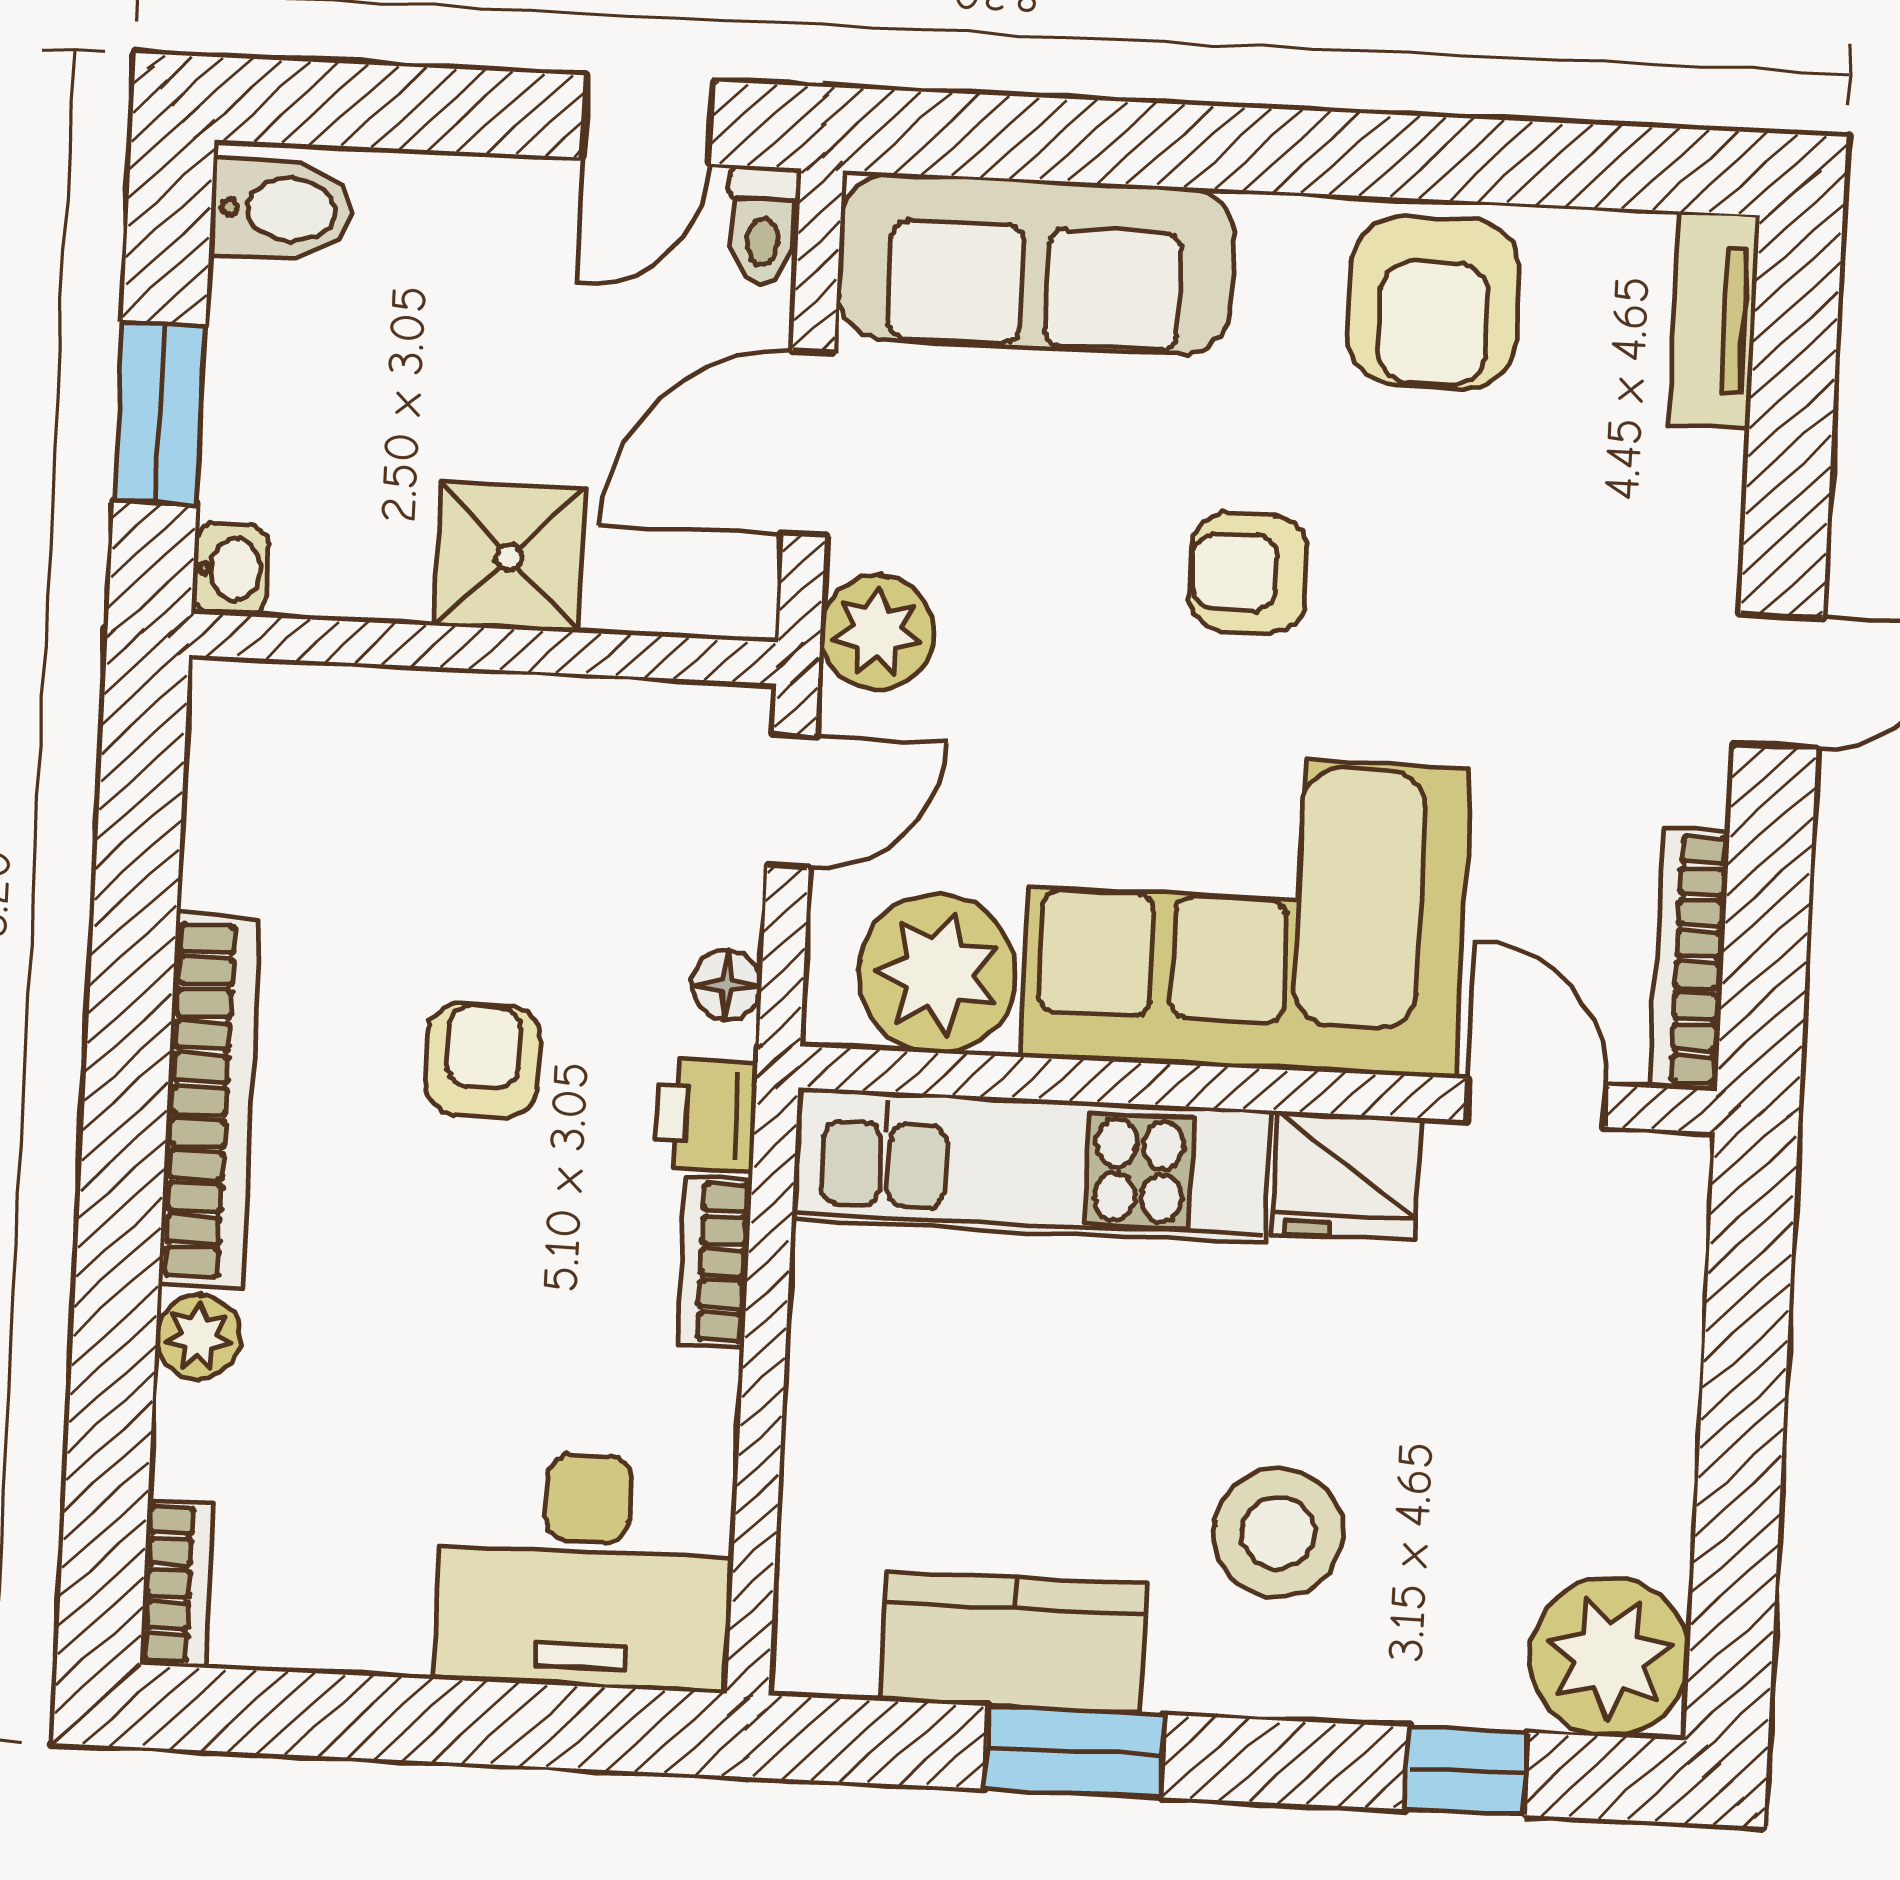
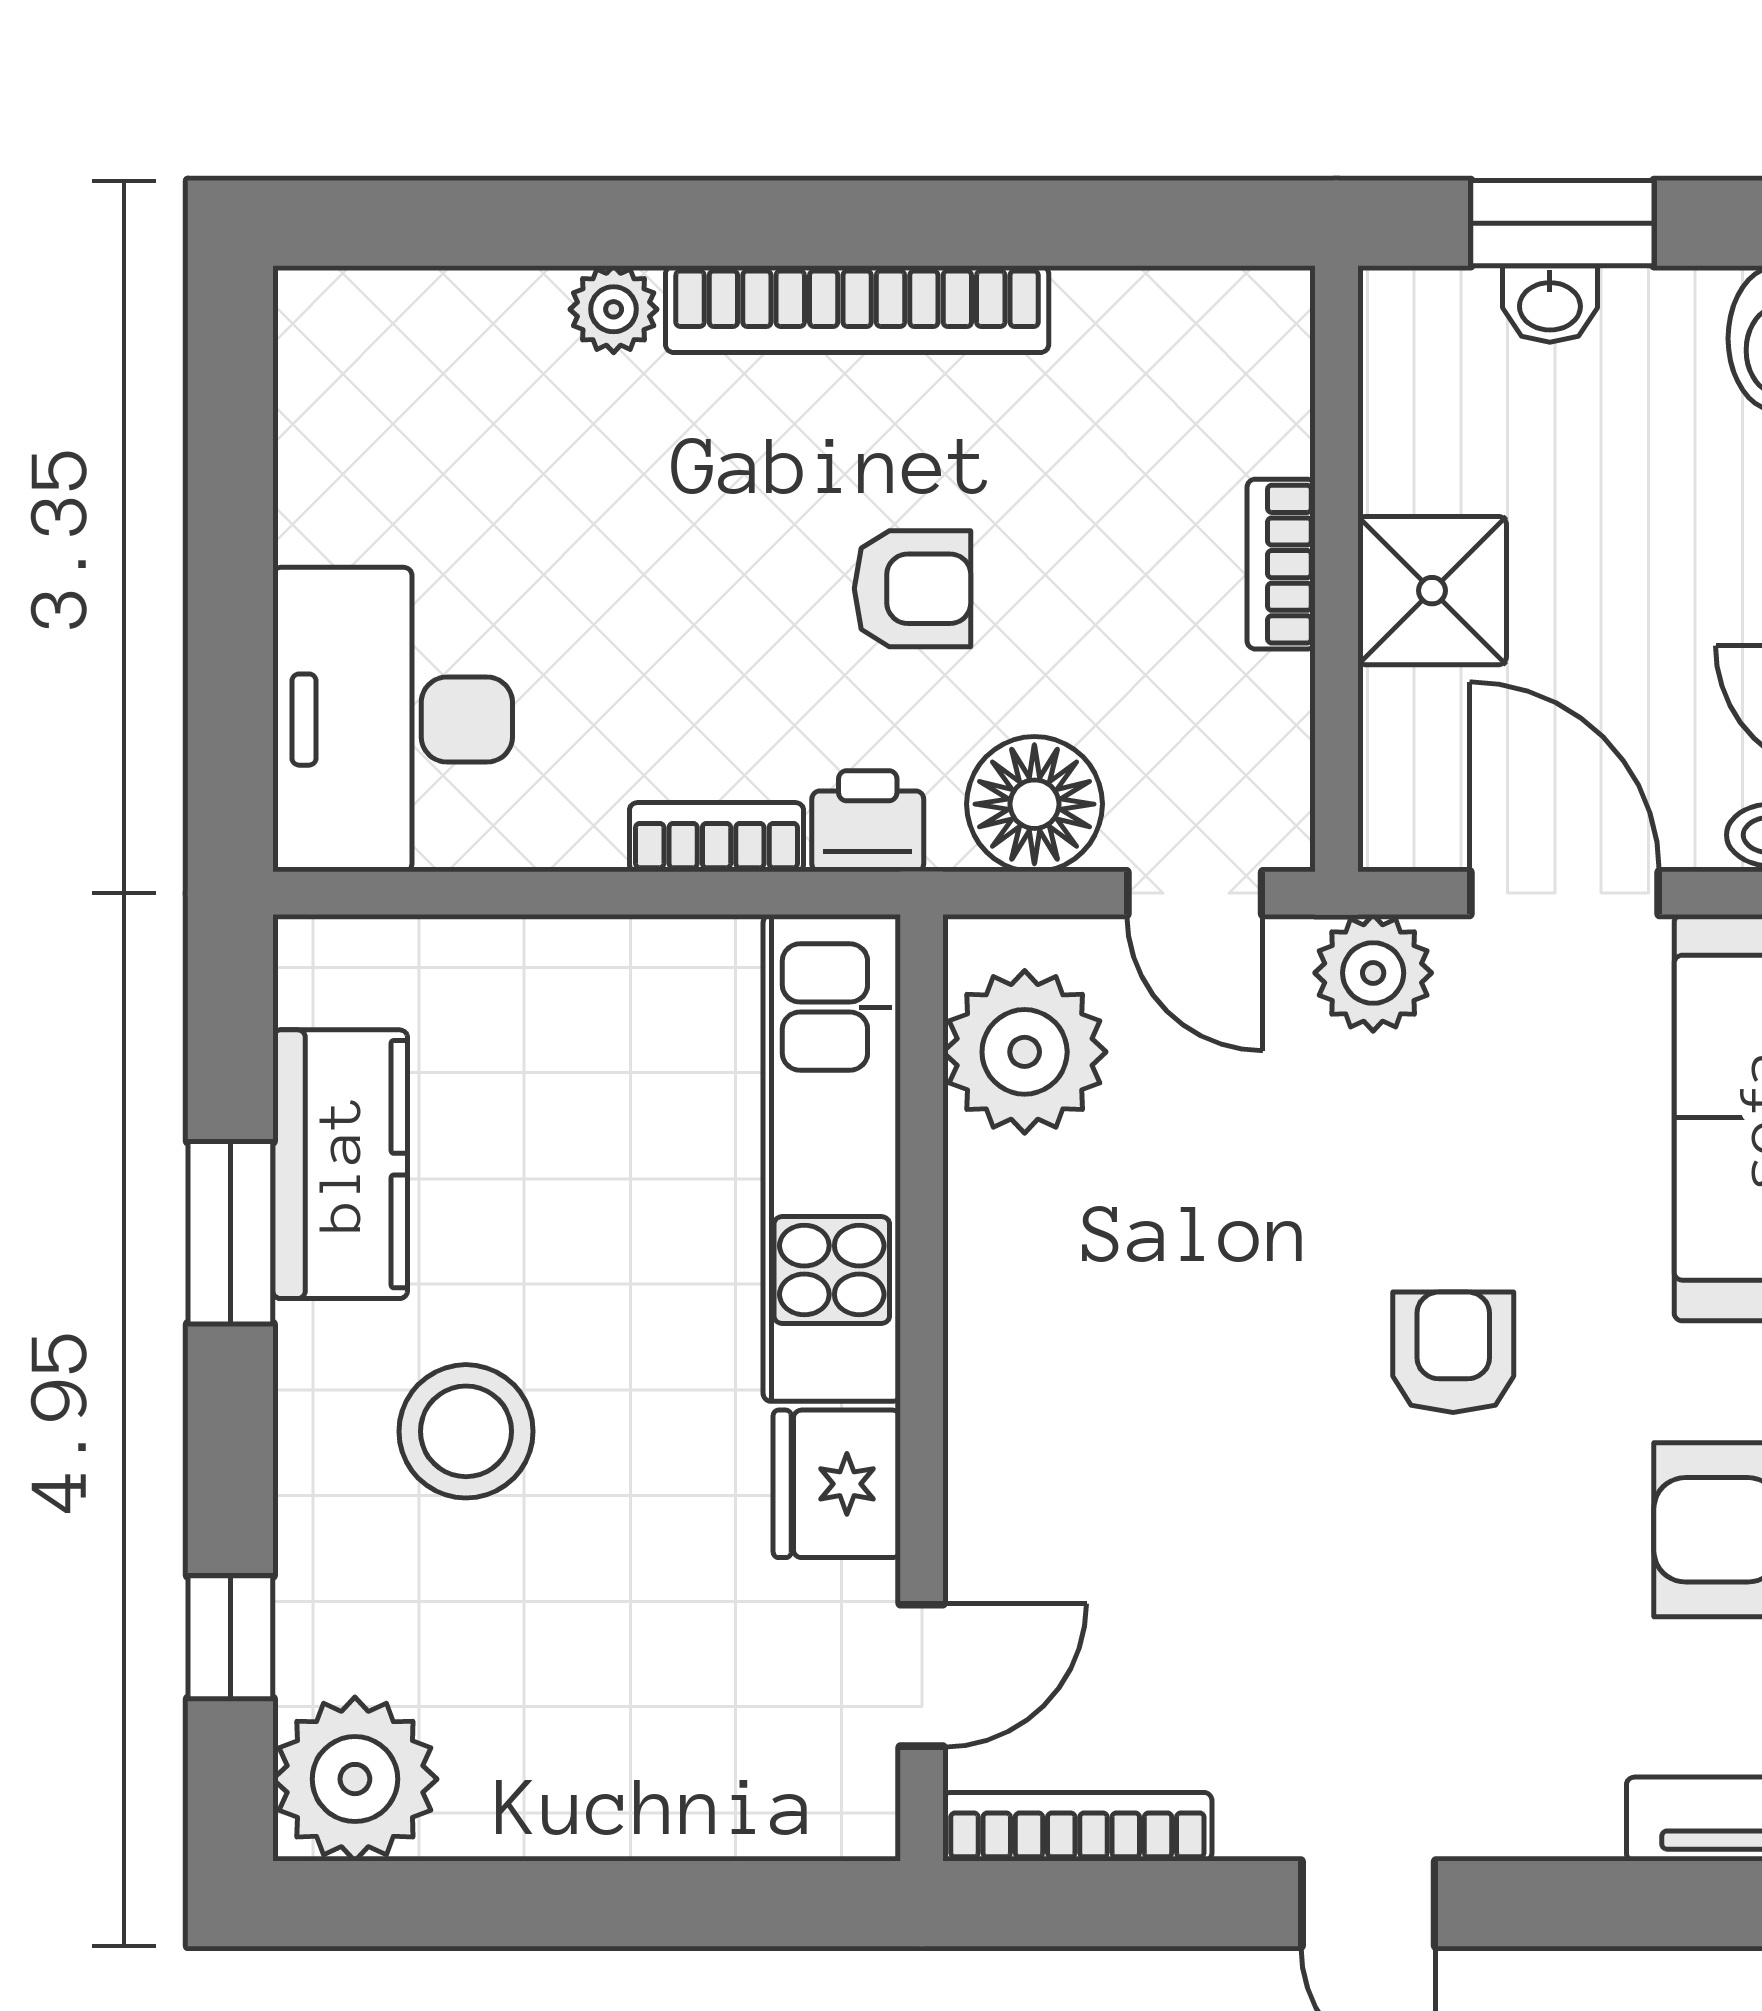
washbasin: (231, 570) -> (1550, 304), moved
corner sofa: (1246, 912) -> (1103, 1367), removed
floor lamp: (727, 985) -> (1034, 804), width x1.89, depth x1.89
bookcase: (177, 1584) -> (1281, 564), moved, turned 90

